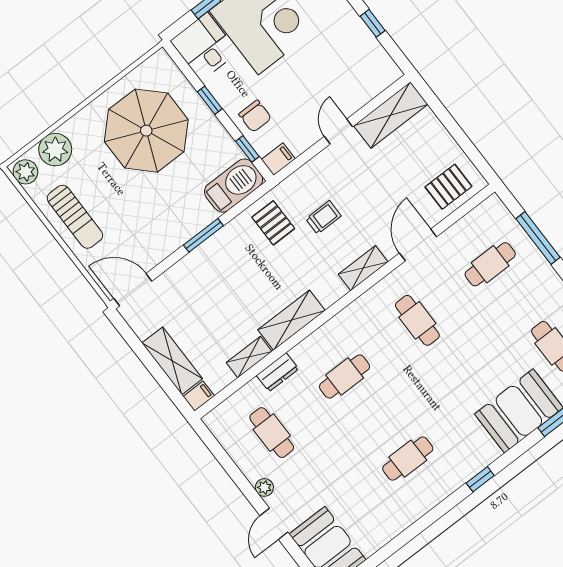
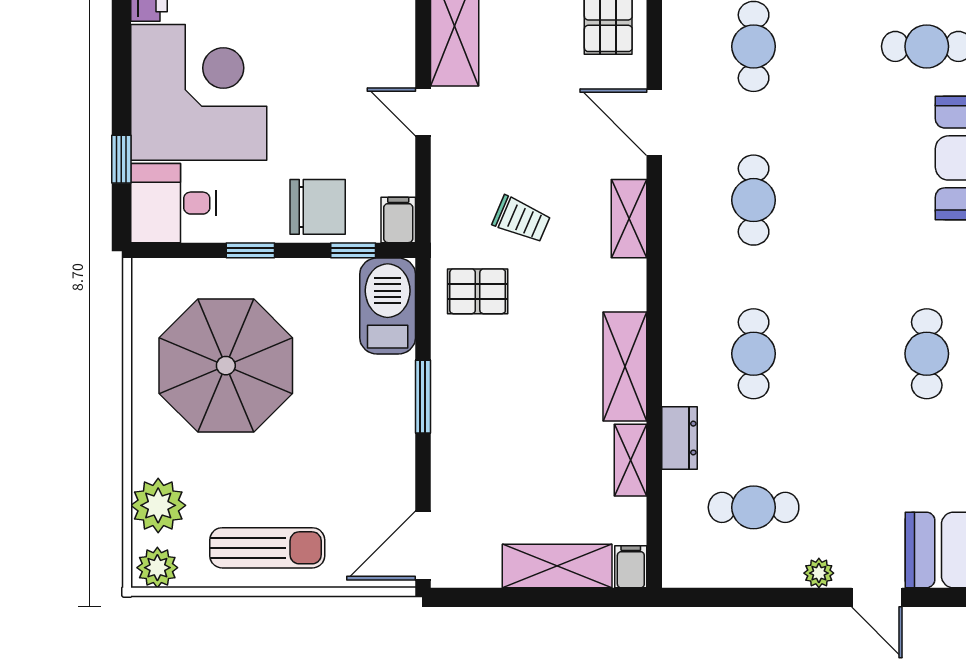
chair: (255, 116) -> (318, 207), width x1.37, depth x1.37
trolley: (323, 217) -> (521, 219), turned 113
cafe table: (417, 320) -> (754, 200), turned 90

